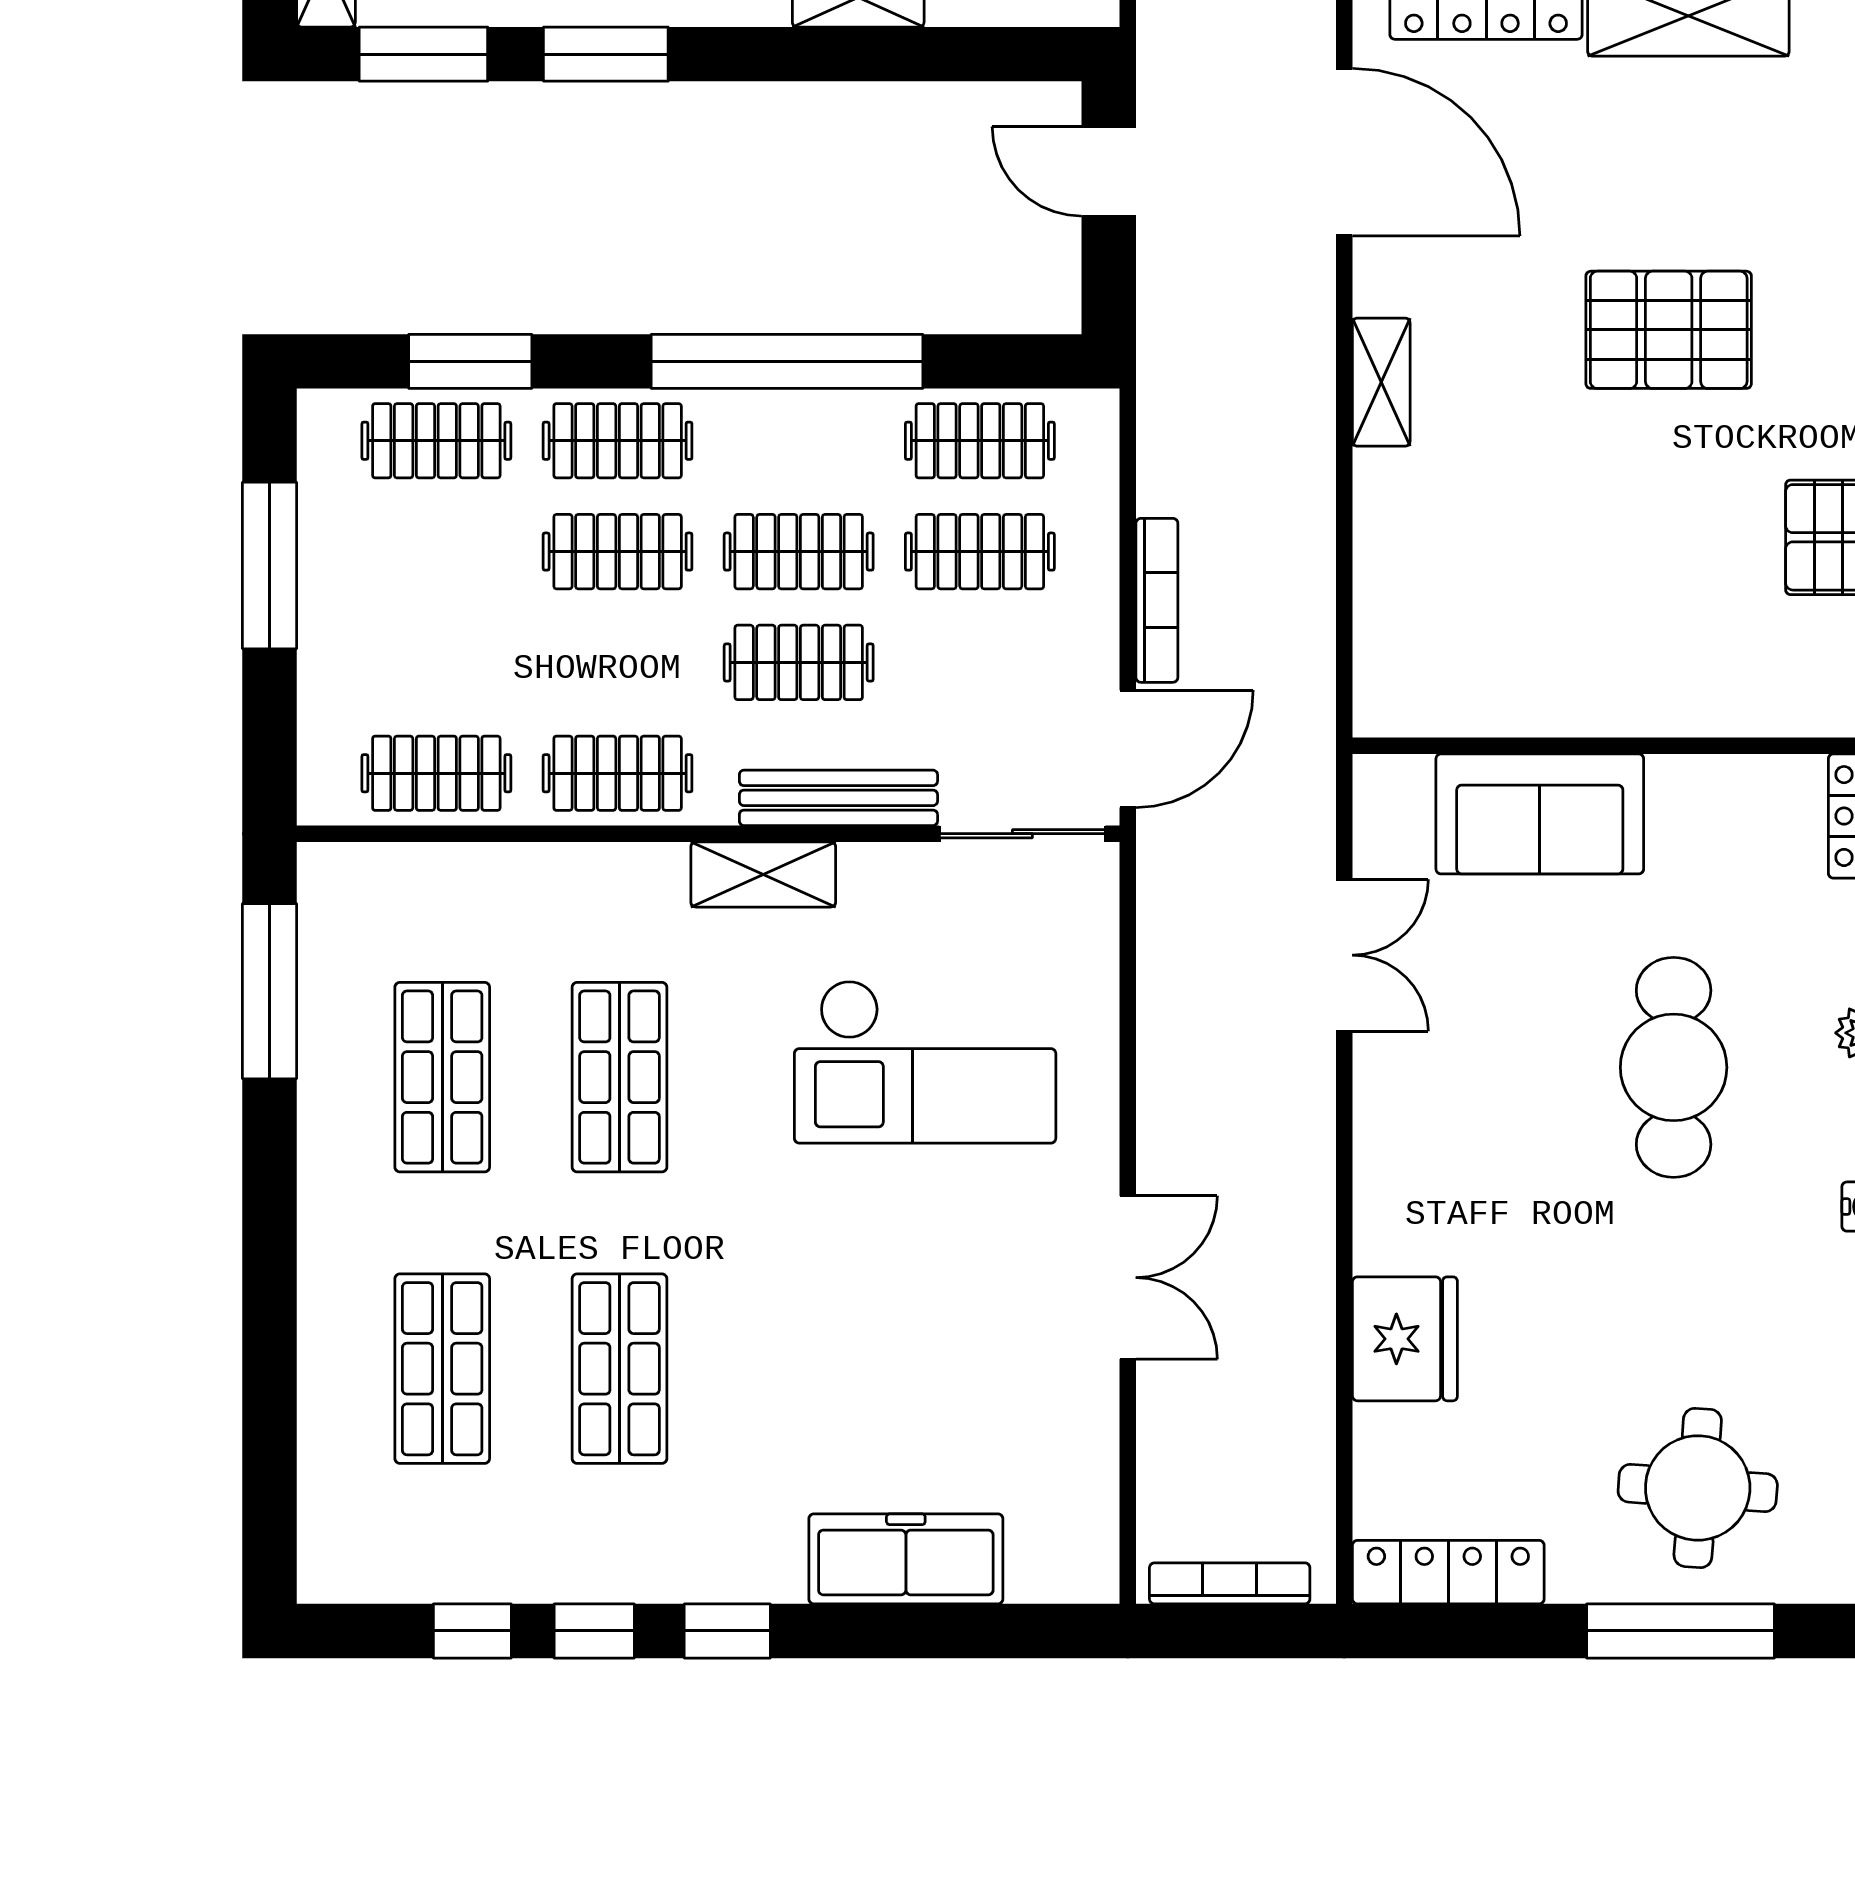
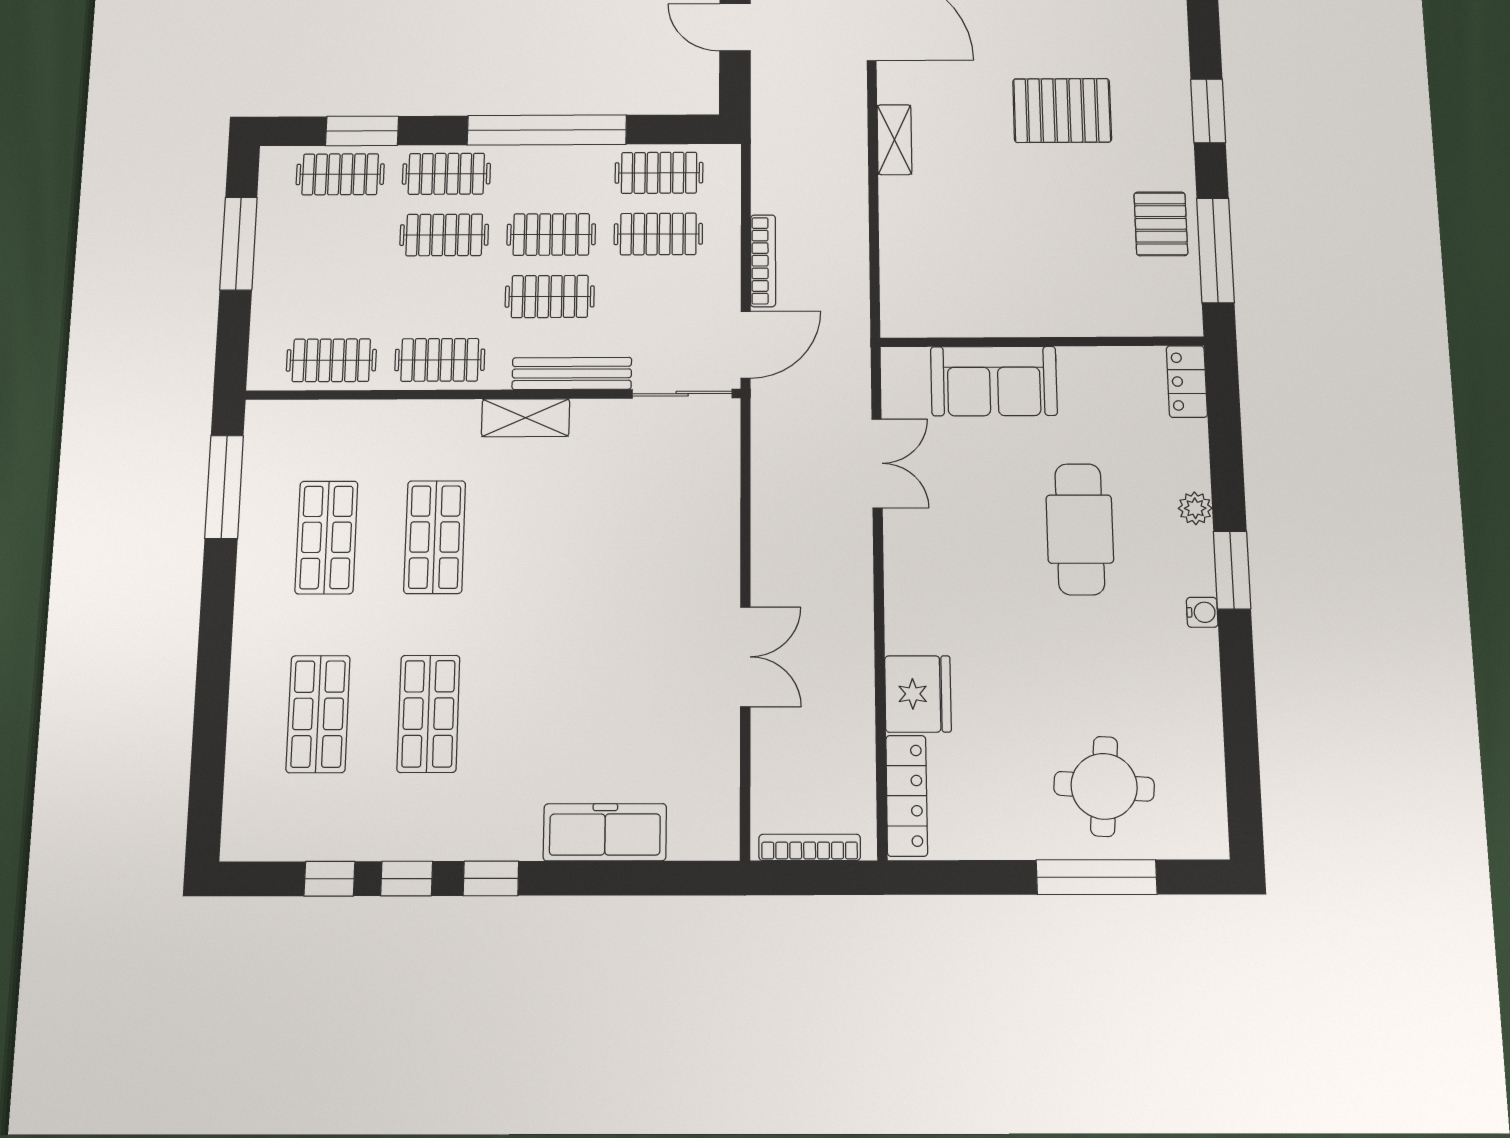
checkout: (925, 1062) -> (622, 527), removed
locker: (1448, 1572) -> (907, 796), moved, turned 90

